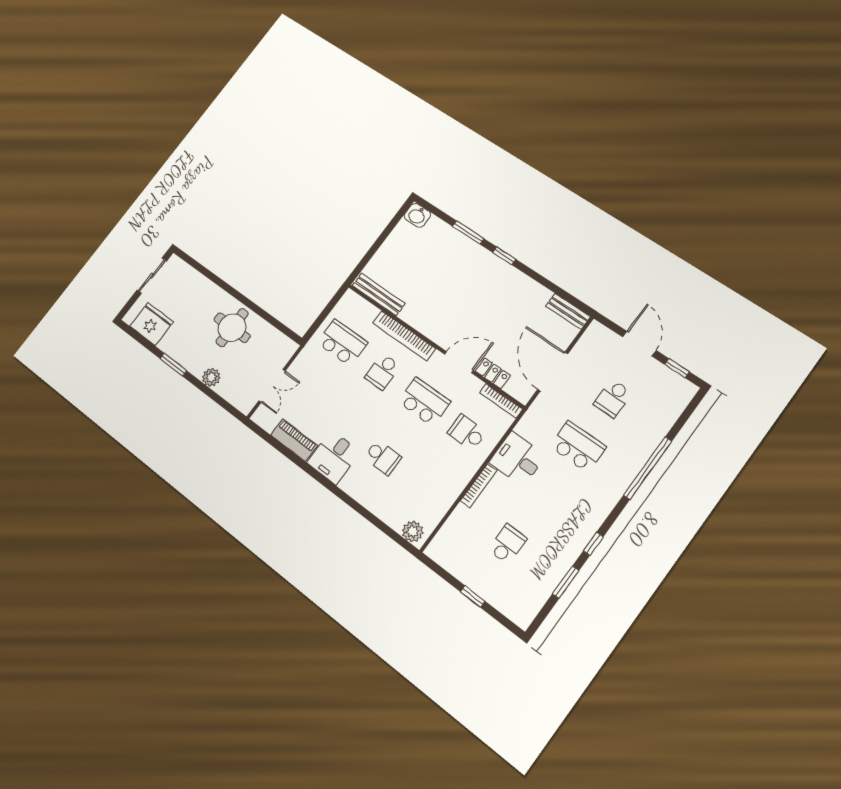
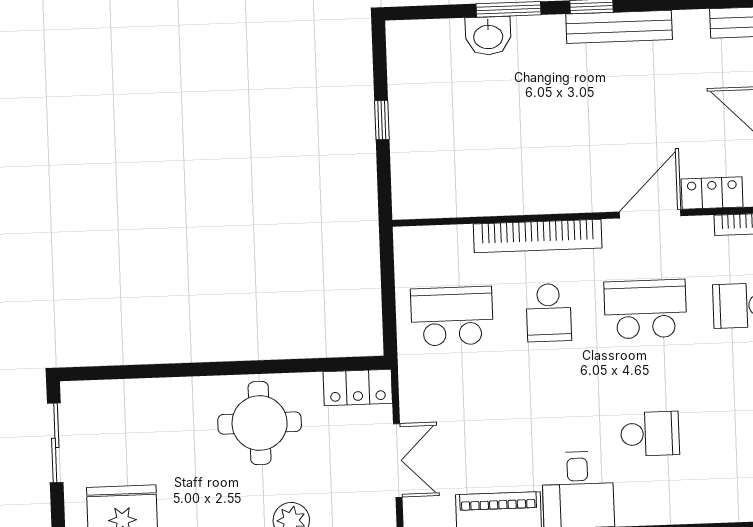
washbasin: (417, 215) -> (488, 36), moved
window: (380, 241) -> (382, 120), added
bench: (379, 295) -> (619, 27), moved
locker: (281, 343) -> (358, 387), added

